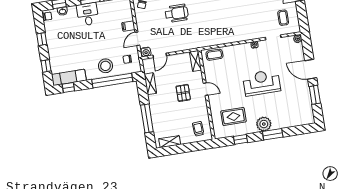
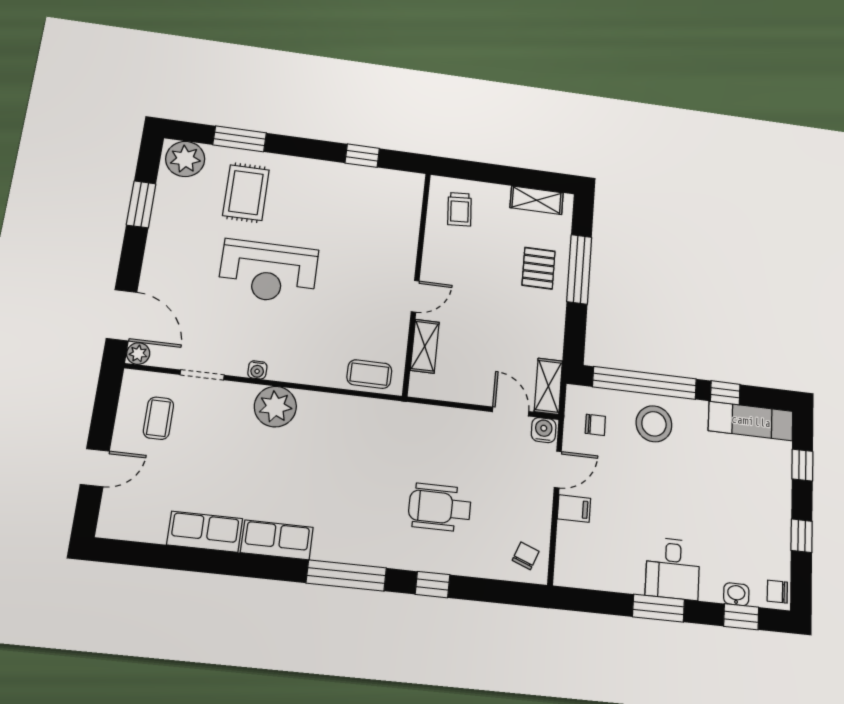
plant: (244, 33) -> (275, 407), added
door: (160, 55) -> (511, 412), hinge flipped
shelving: (196, 61) -> (425, 346), moved
door: (311, 69) -> (122, 315), moved
shelving: (150, 84) -> (548, 386), moved
window: (68, 88) -> (725, 393), moved
door: (206, 89) -> (415, 296), swing flipped
pallet: (183, 93) -> (539, 268), moved
rug: (233, 116) -> (246, 193), moved, turned 90
plant: (264, 124) -> (185, 159), moved
window: (273, 134) -> (240, 139), moved

